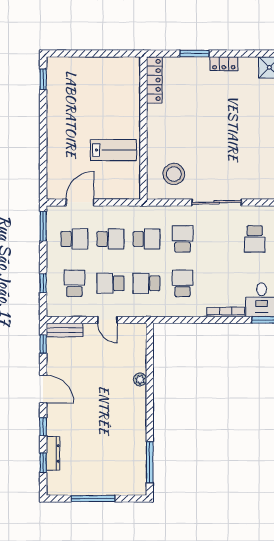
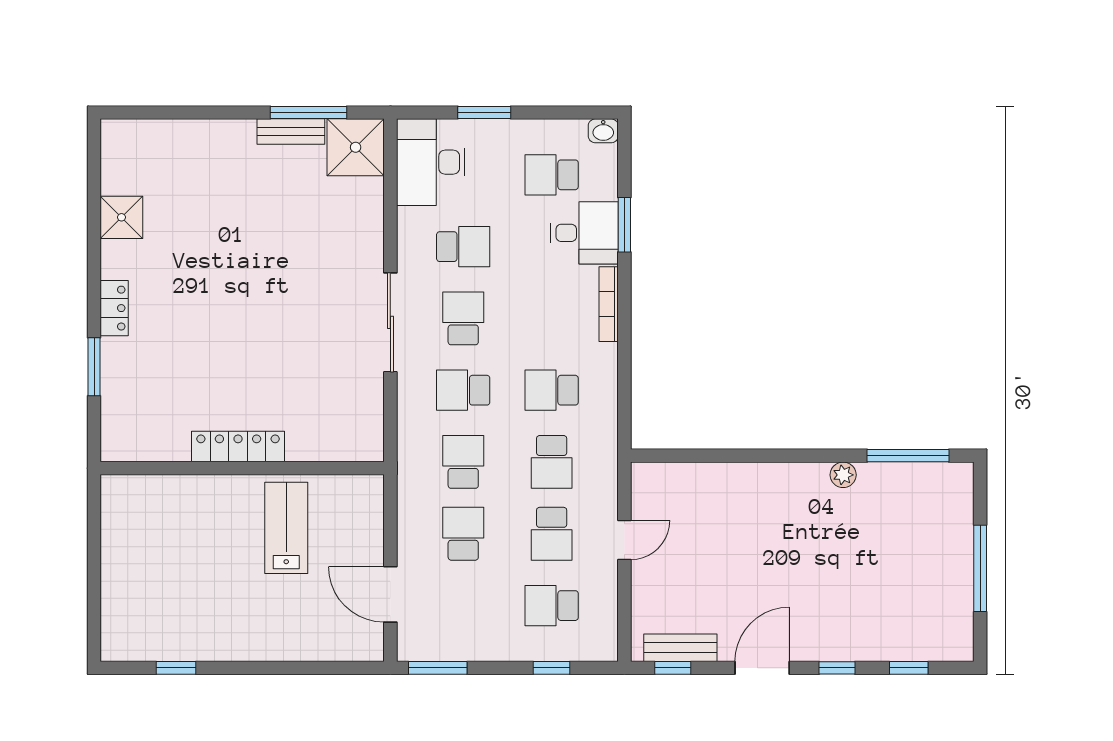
window: (43, 79) -> (176, 668), moved
locker: (154, 80) -> (238, 447), moved
stool: (174, 174) -> (334, 408), removed
school desk: (74, 239) -> (463, 318), moved
bench: (65, 330) -> (680, 648), moved, turned 90
plant: (140, 380) -> (843, 475), moved
dresser: (53, 453) -> (890, 648), removed

